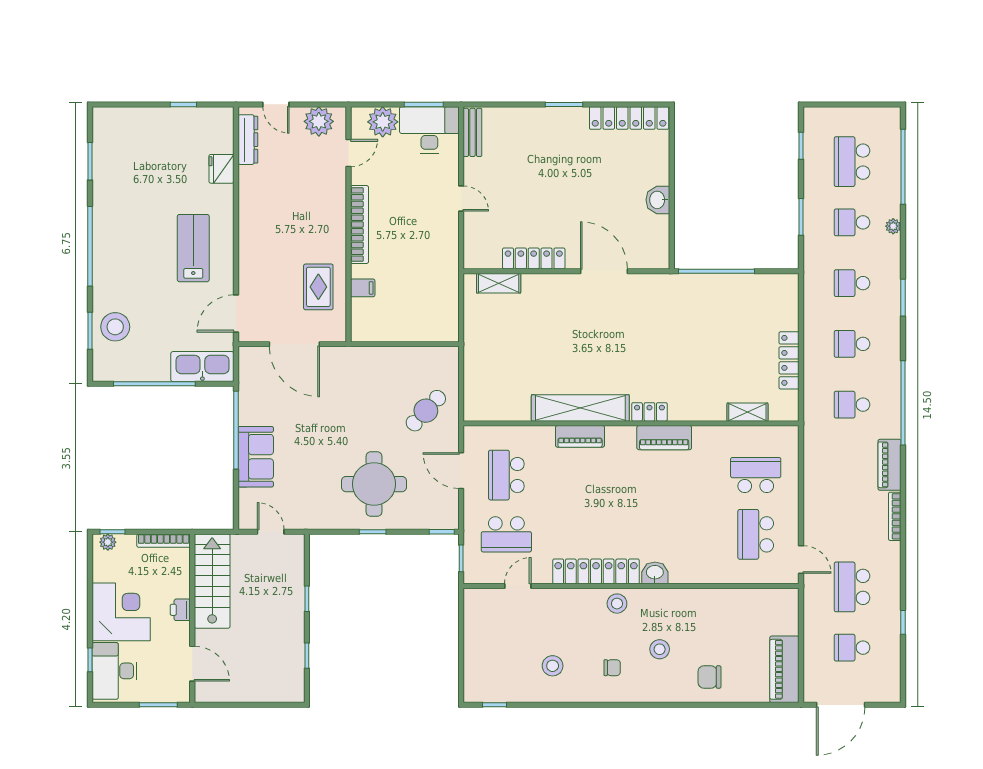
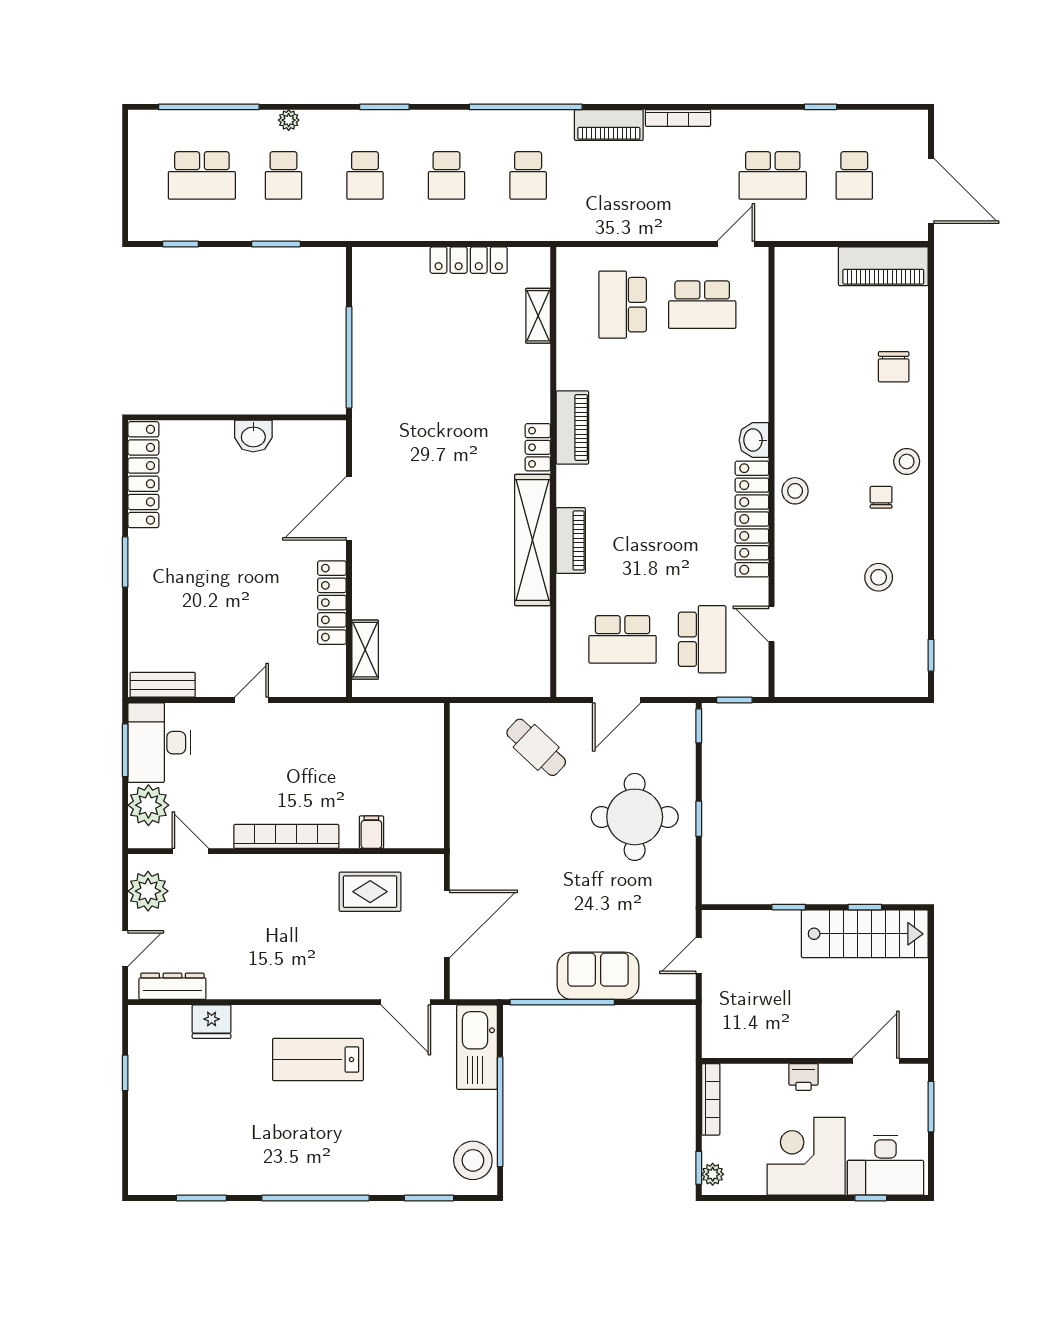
stool: (115, 327) -> (473, 1160), moved
stairs: (212, 581) -> (865, 934), moved, turned 180
stool: (660, 649) -> (907, 461), moved

